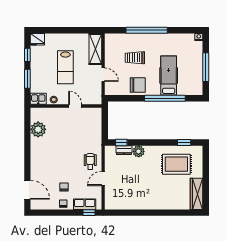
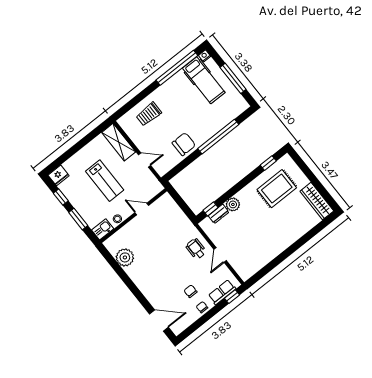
window: (147, 30) -> (177, 68), moved
trolley: (135, 58) -> (149, 114), moved
hospital bed: (169, 76) -> (204, 80), moved, turned 180

